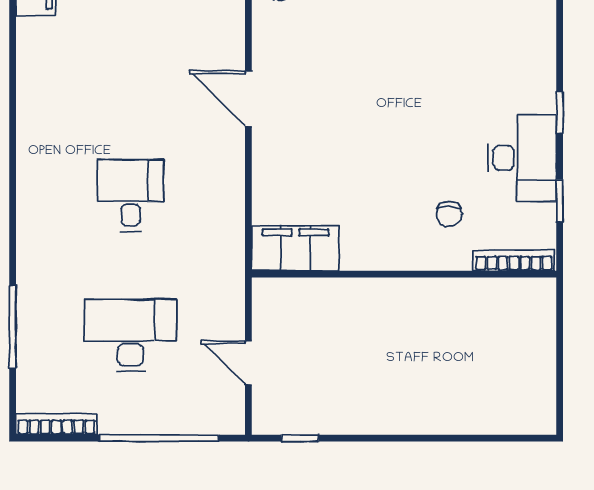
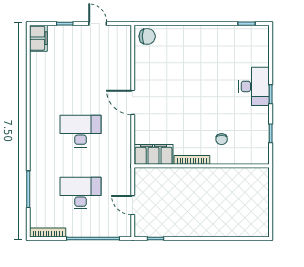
door: (248, 99) -> (133, 102), moved
desk: (522, 158) -> (254, 86), moved
desk: (131, 196) -> (80, 131), width x1.37
bookcase: (514, 261) -> (192, 160), moved

